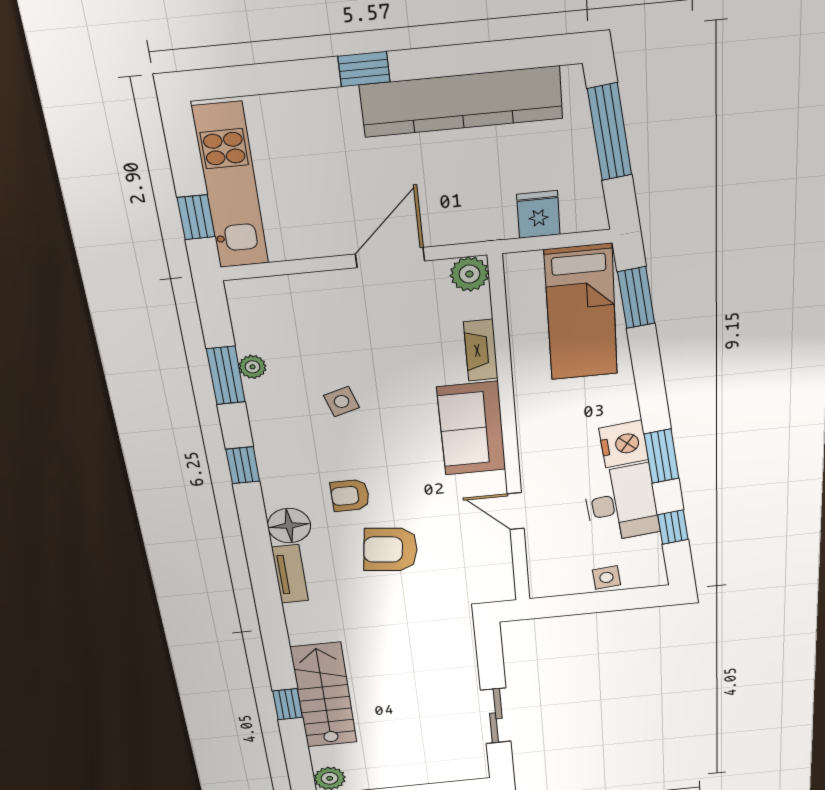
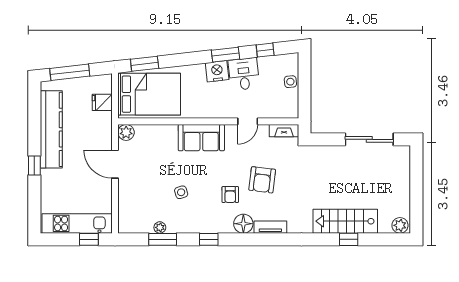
bed: (581, 313) -> (149, 94), width x1.50
fireplace: (481, 350) -> (284, 131), moved
desk: (621, 503) -> (244, 74), width x0.73
sliding door: (496, 716) -> (369, 139), width x1.37

